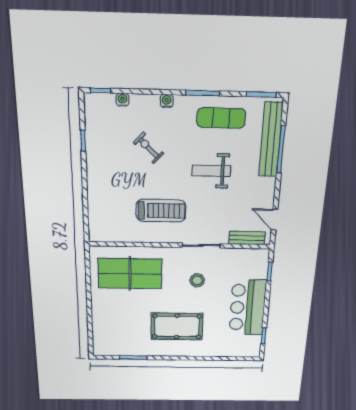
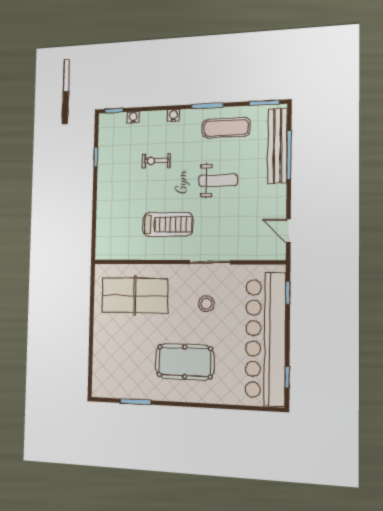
exercise bike: (149, 148) -> (156, 161), turned -45
weight bench: (211, 171) -> (218, 180), turned 180
bench: (247, 238) -> (259, 253), removed
bar counter: (248, 308) -> (265, 339), width x1.86

